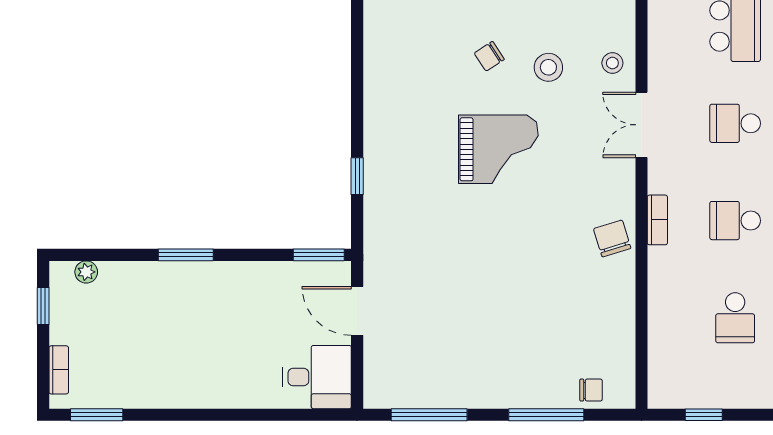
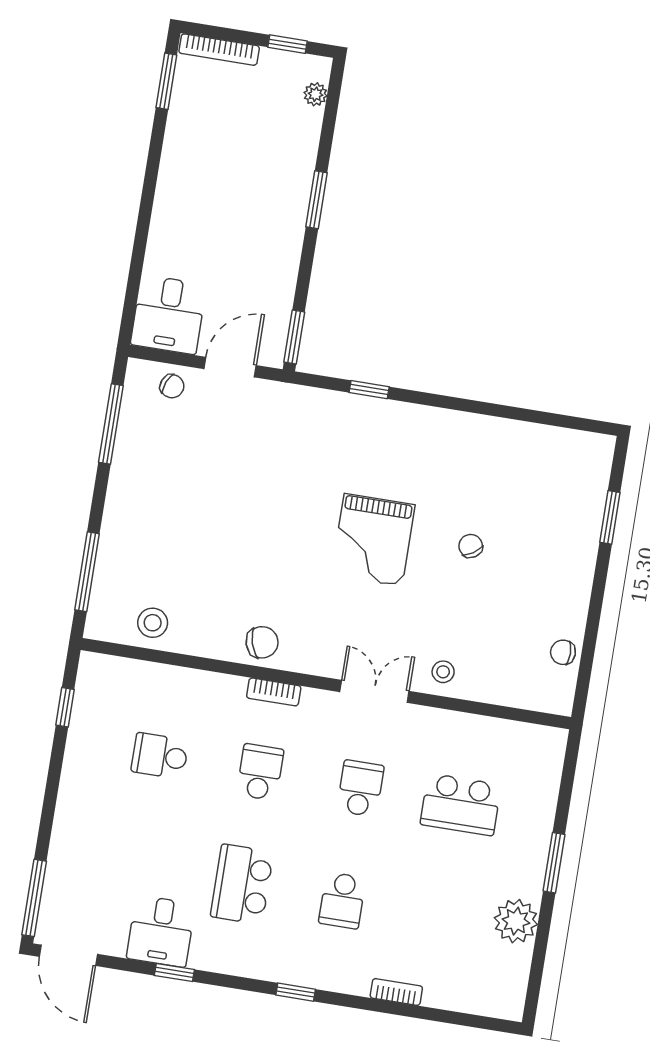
stool: (548, 67) -> (153, 623), moved
bookcase: (59, 370) -> (219, 50), width x1.56
chair: (591, 390) -> (172, 386), moved, turned -68
window: (546, 415) -> (87, 572), moved

